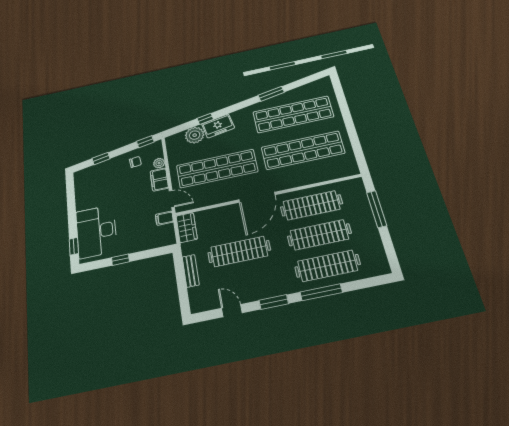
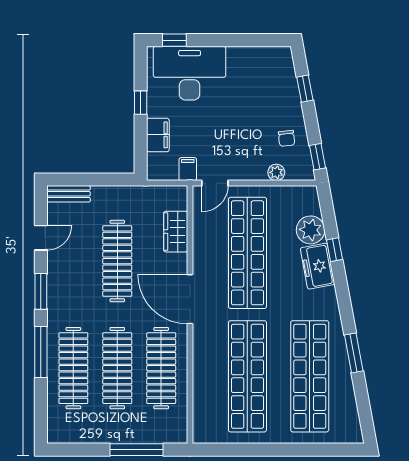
filing cabinet: (159, 180) -> (158, 135), moved, turned 90
wardrobe: (187, 227) -> (176, 232), moved, turned 90
bench: (191, 271) -> (69, 194), moved

